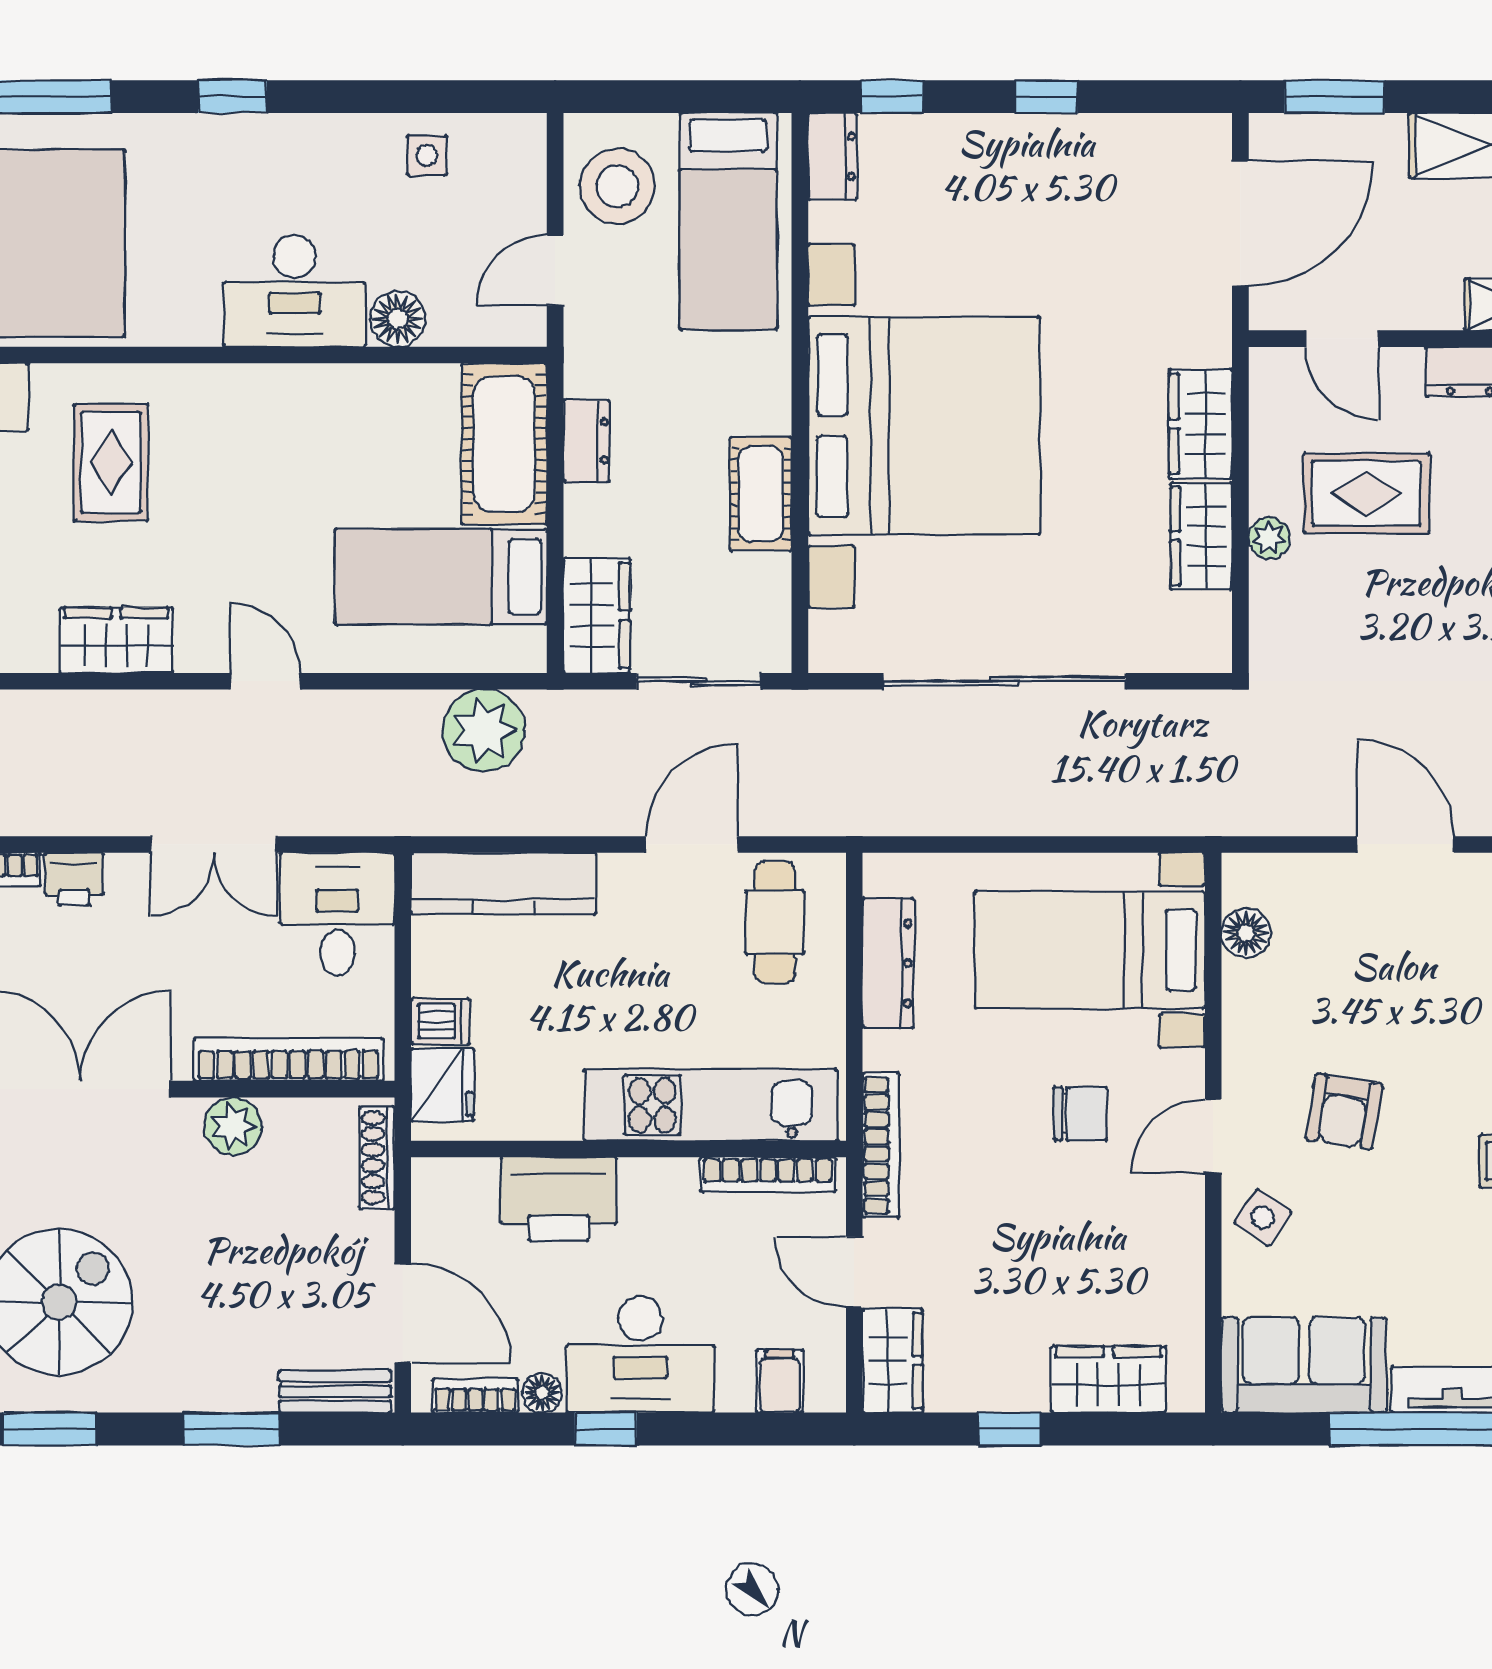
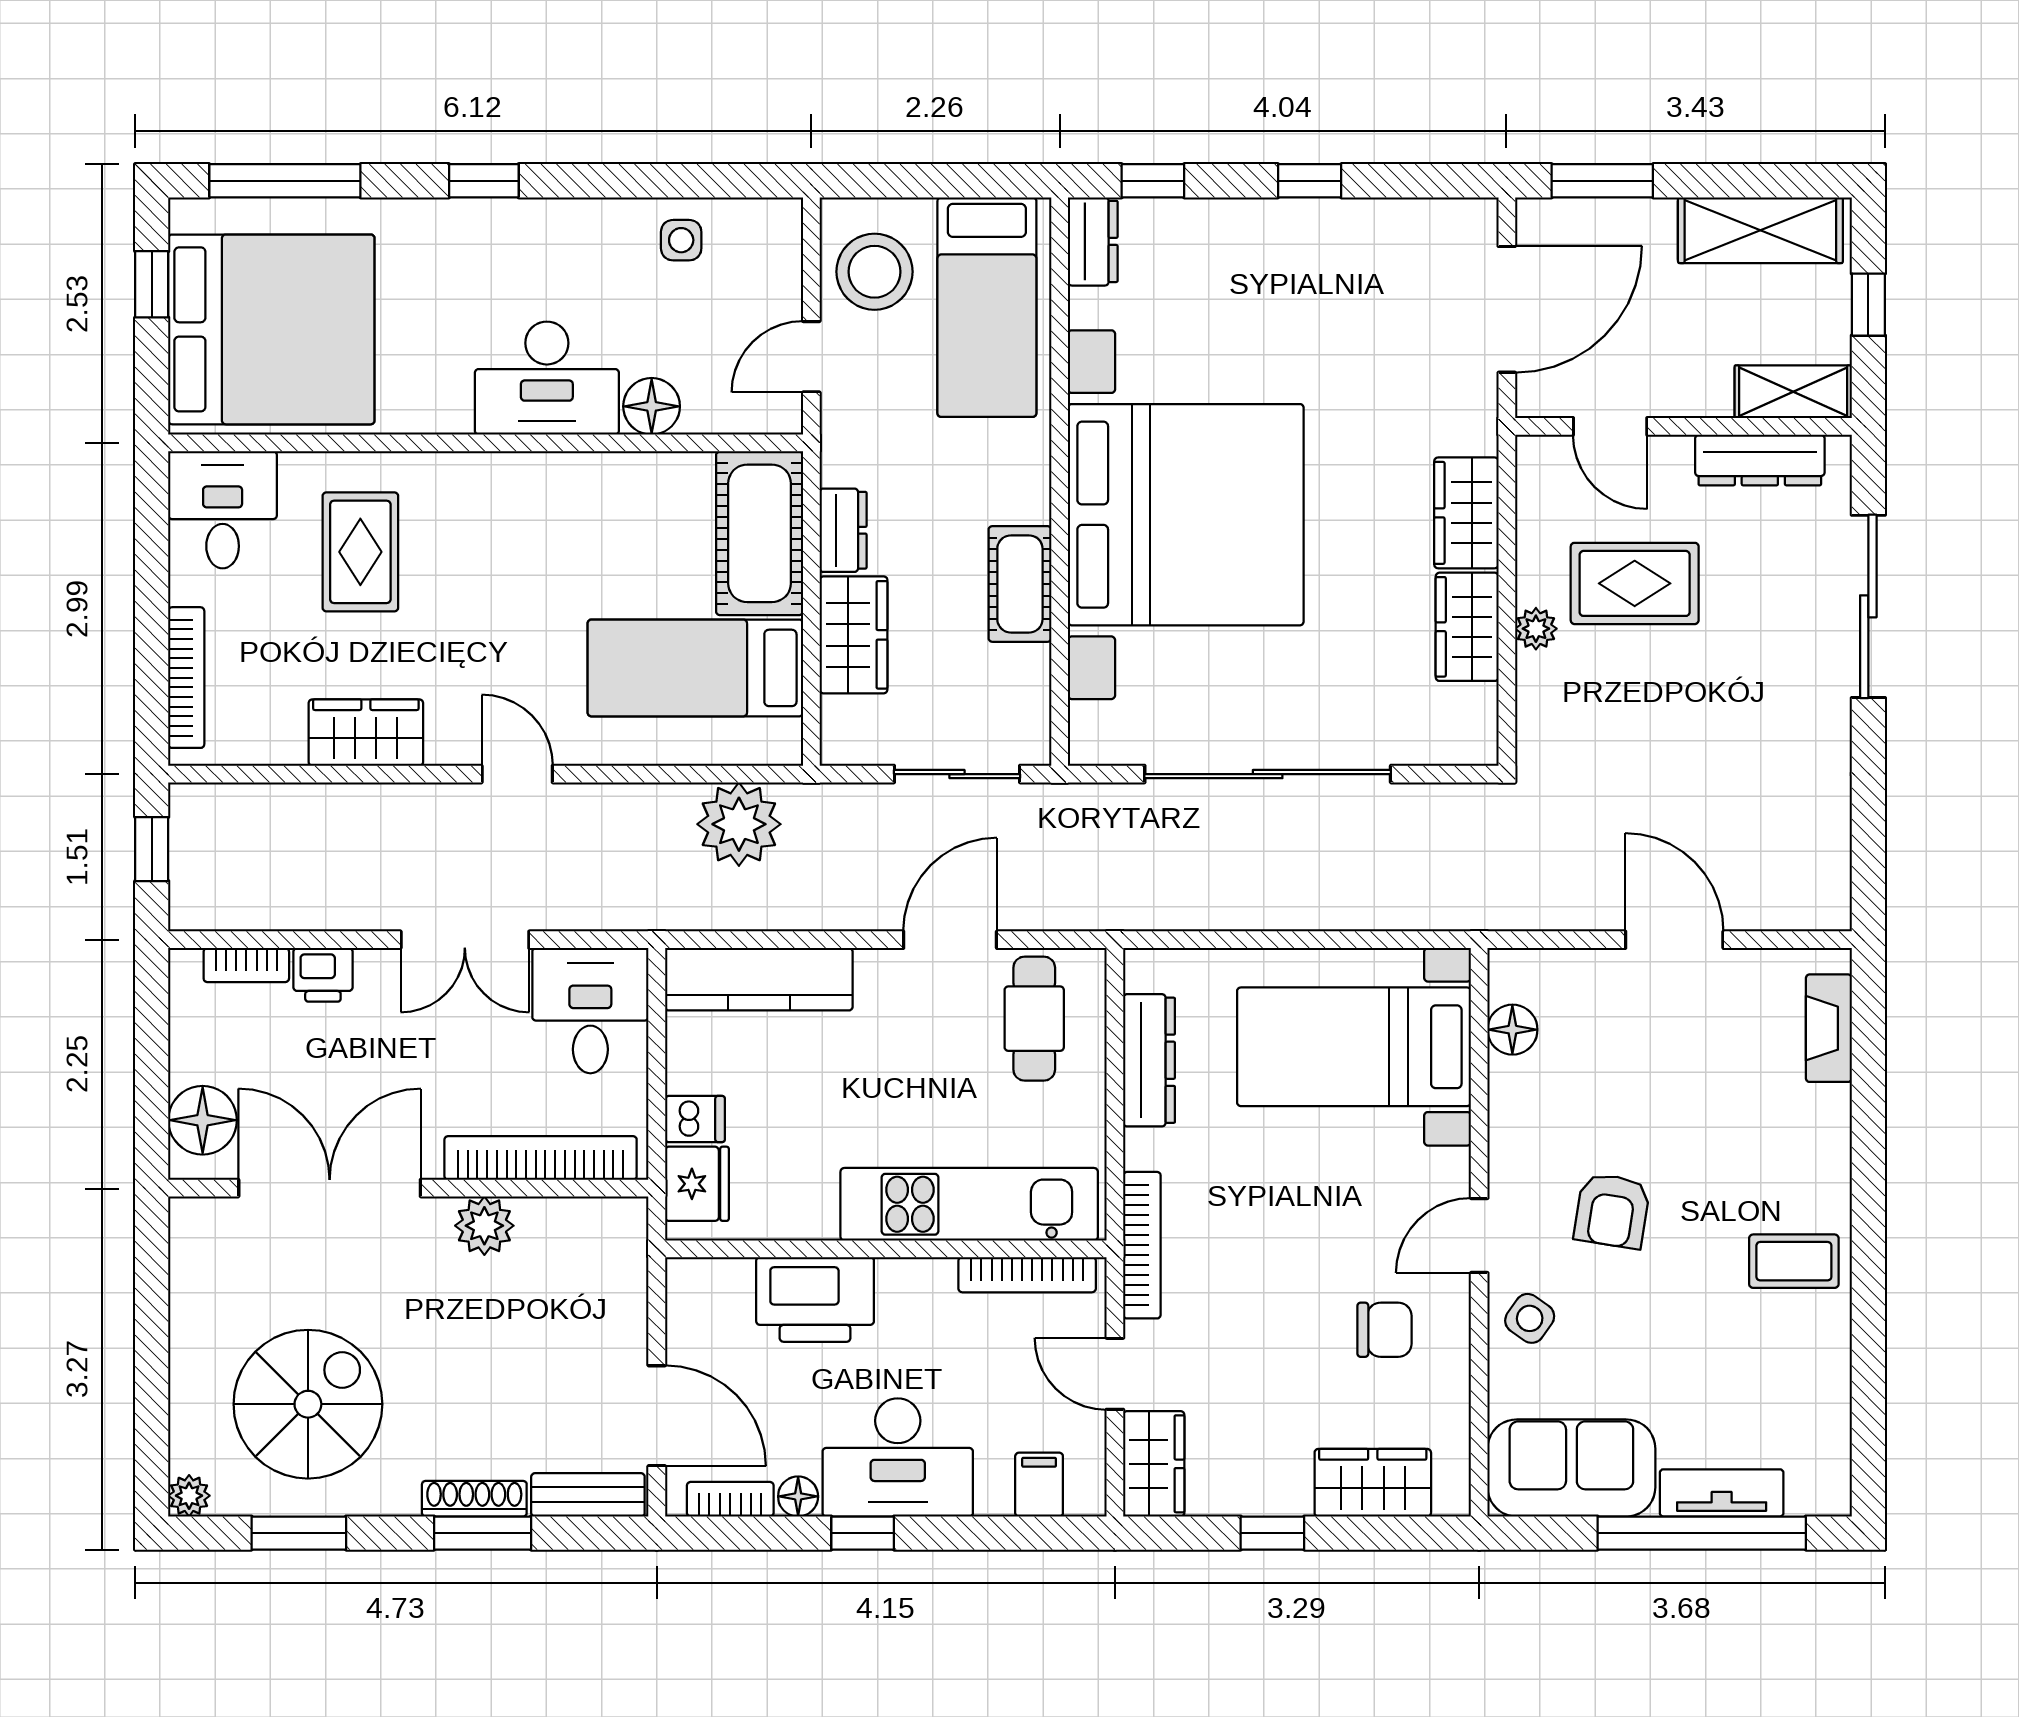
wardrobe: (597, 615) -> (854, 635), moved
chair: (1080, 1114) -> (1385, 1330), moved
shoe rack: (377, 1158) -> (474, 1499), moved, turned 90

